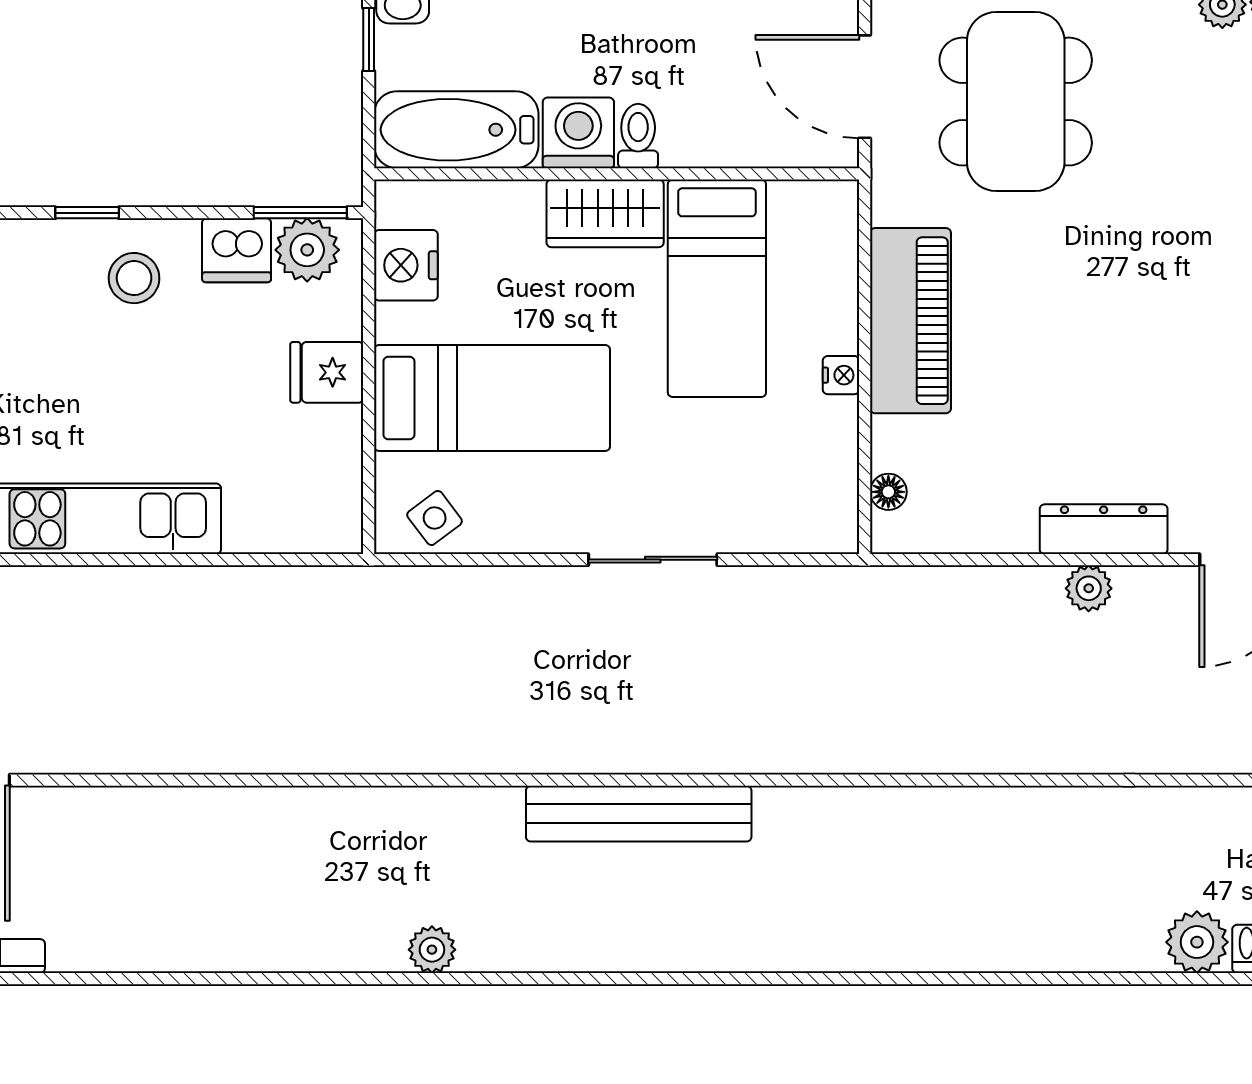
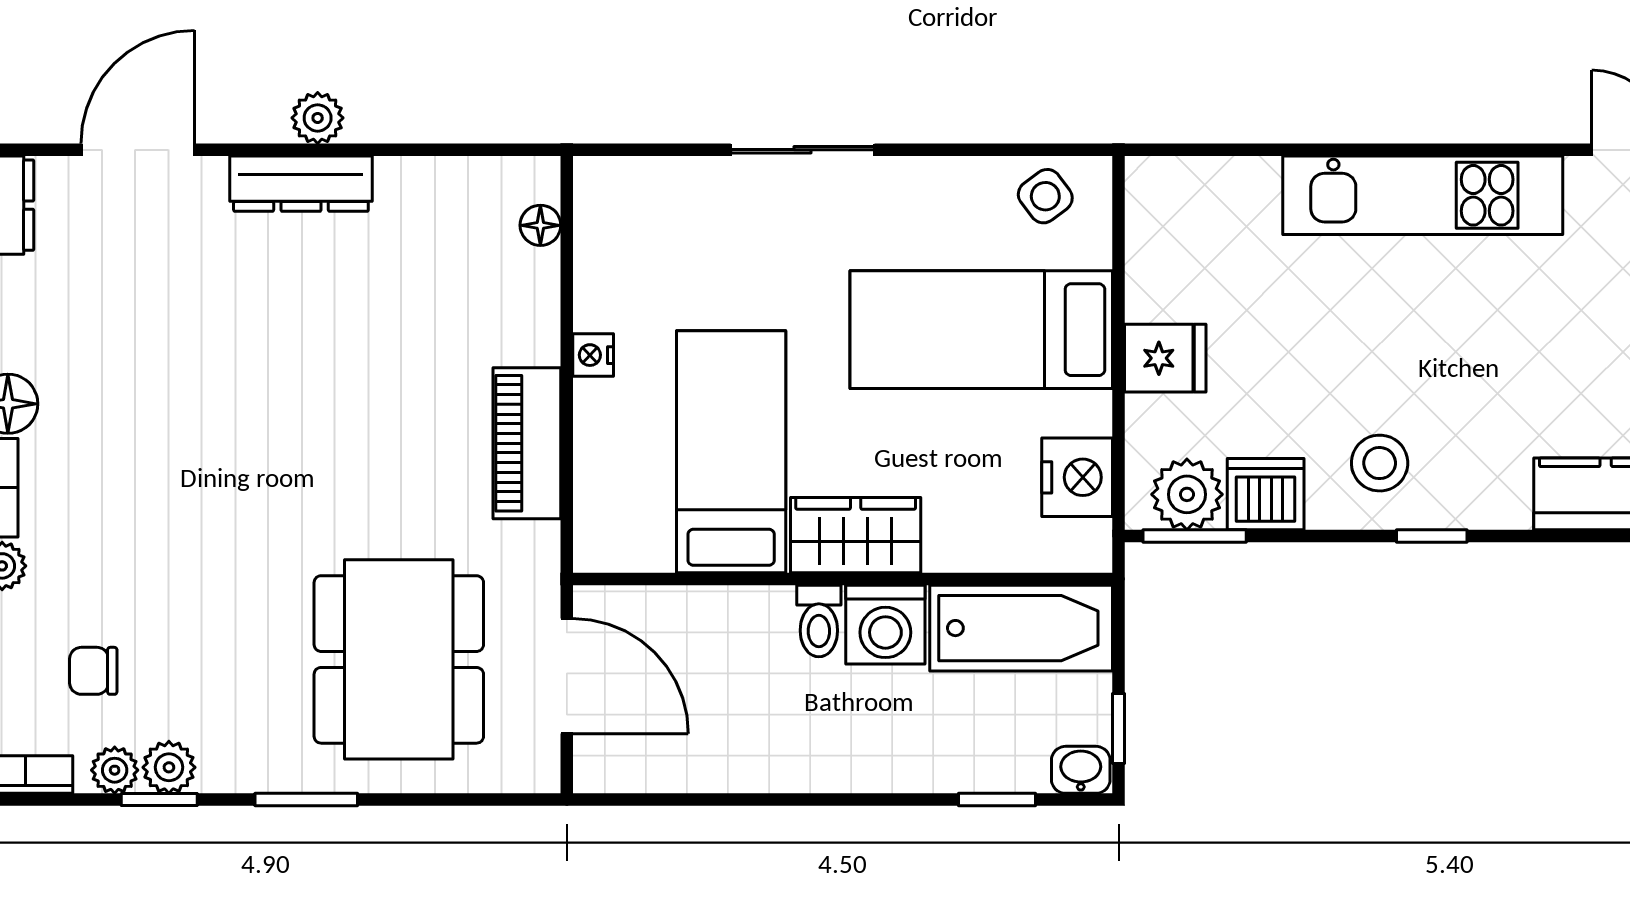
piano: (910, 321) -> (527, 443), width x0.73, depth x0.75

